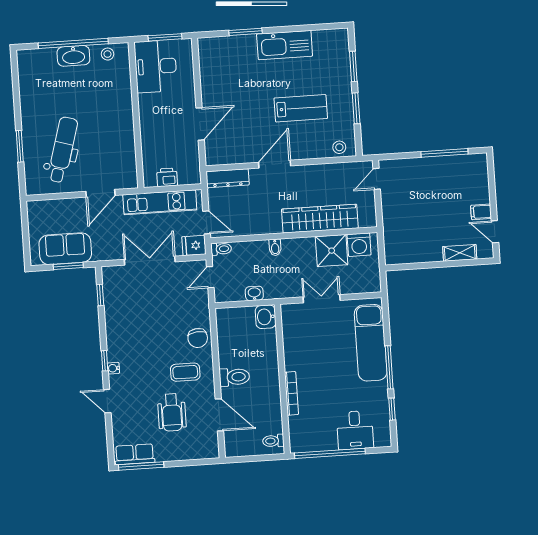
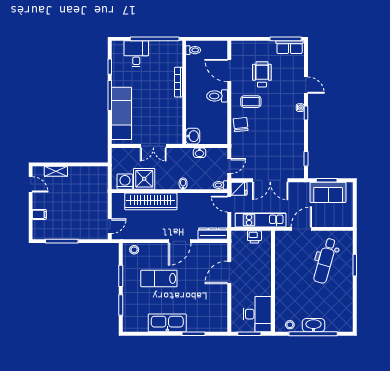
filing cabinet: (481, 212) -> (39, 214), moved

